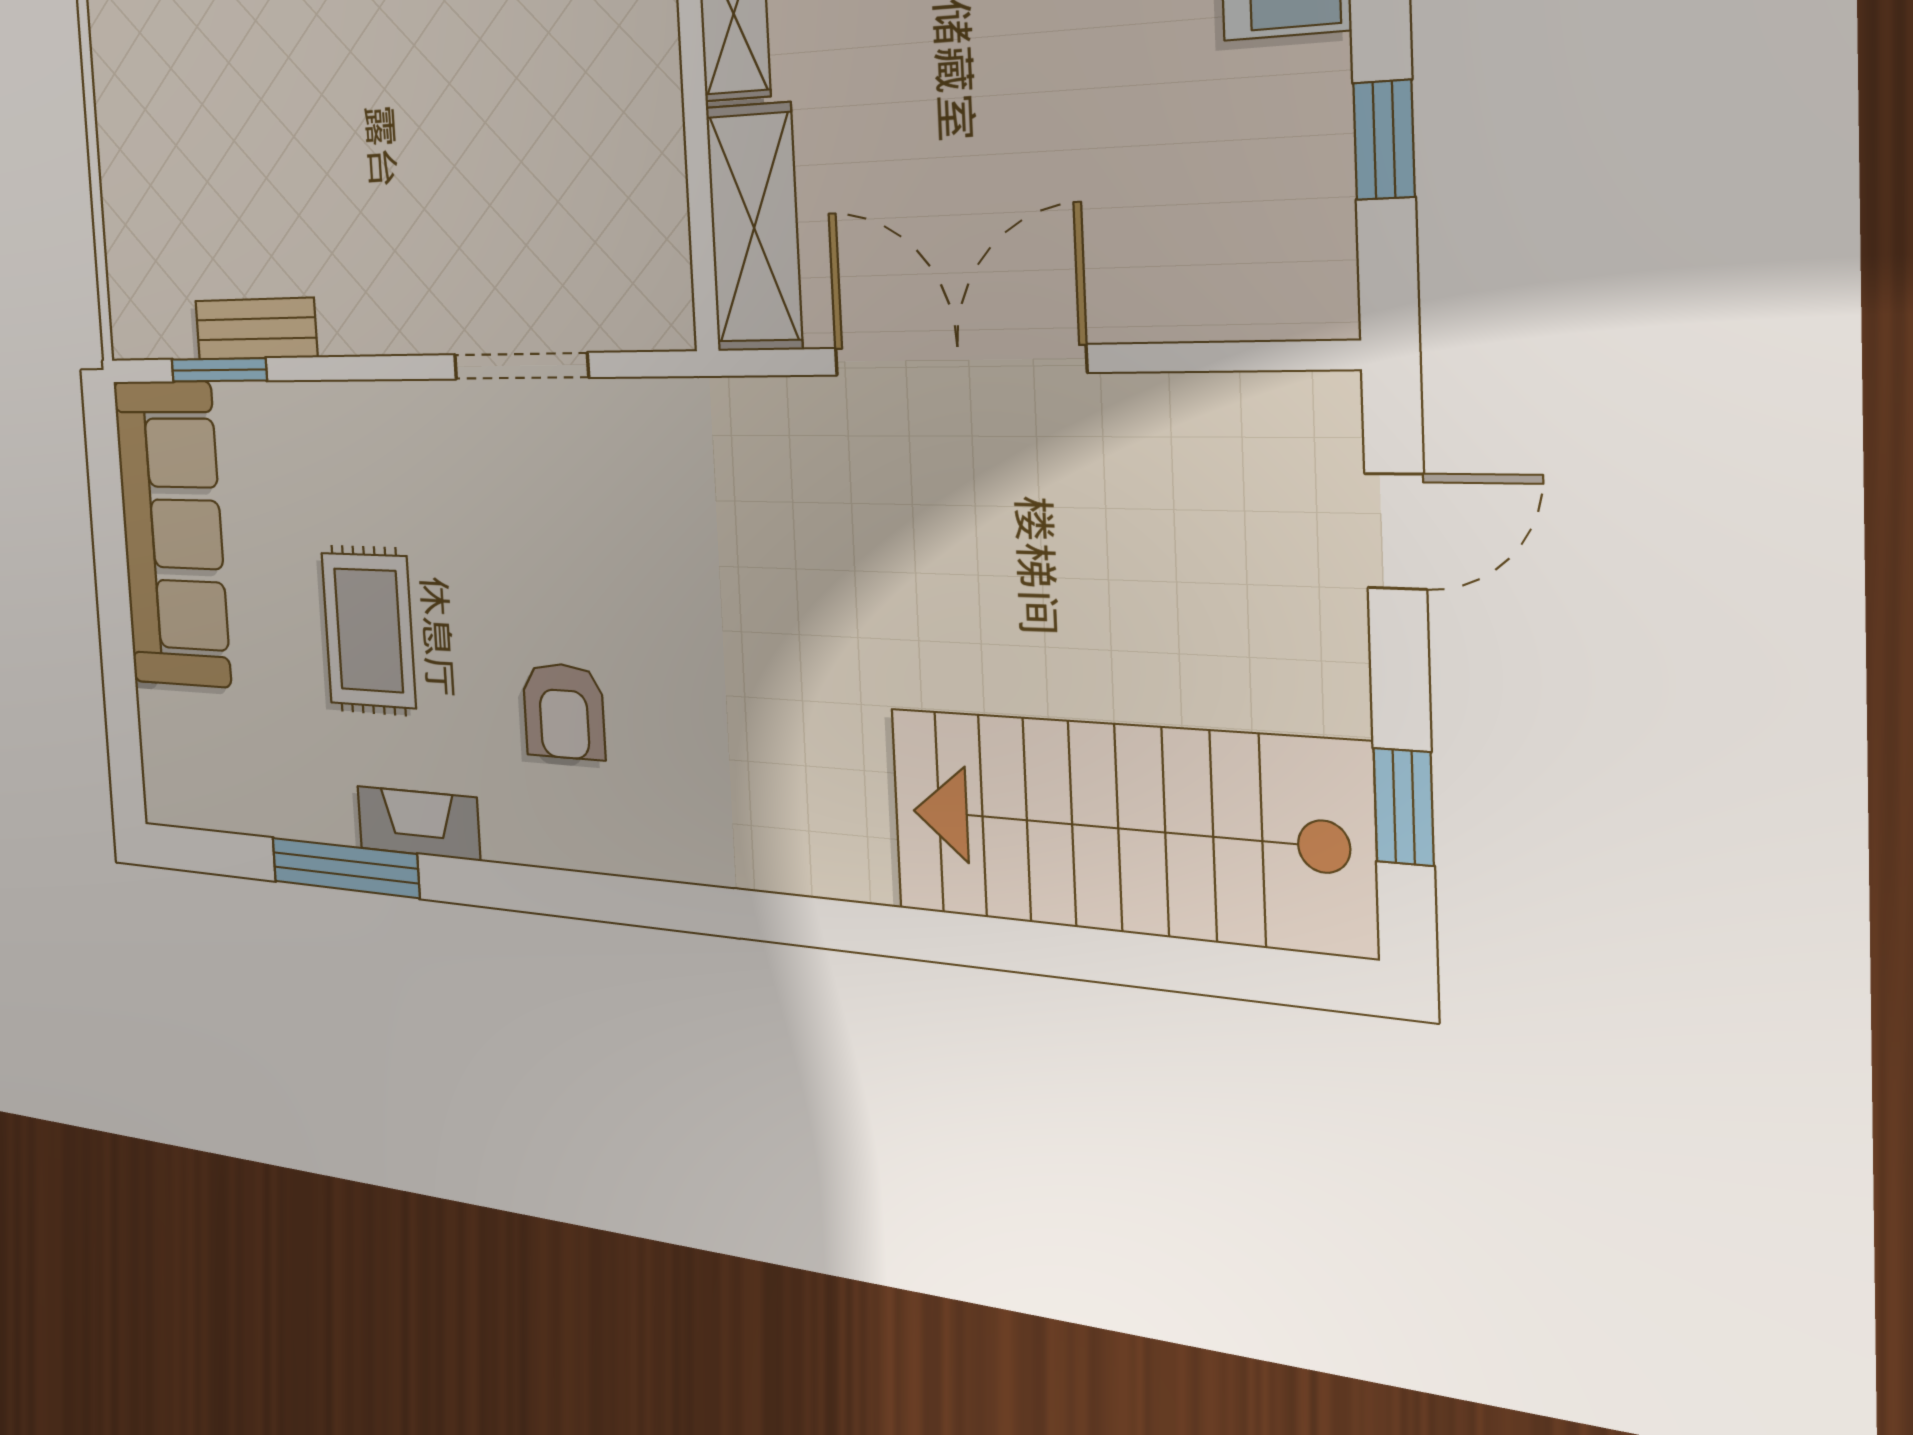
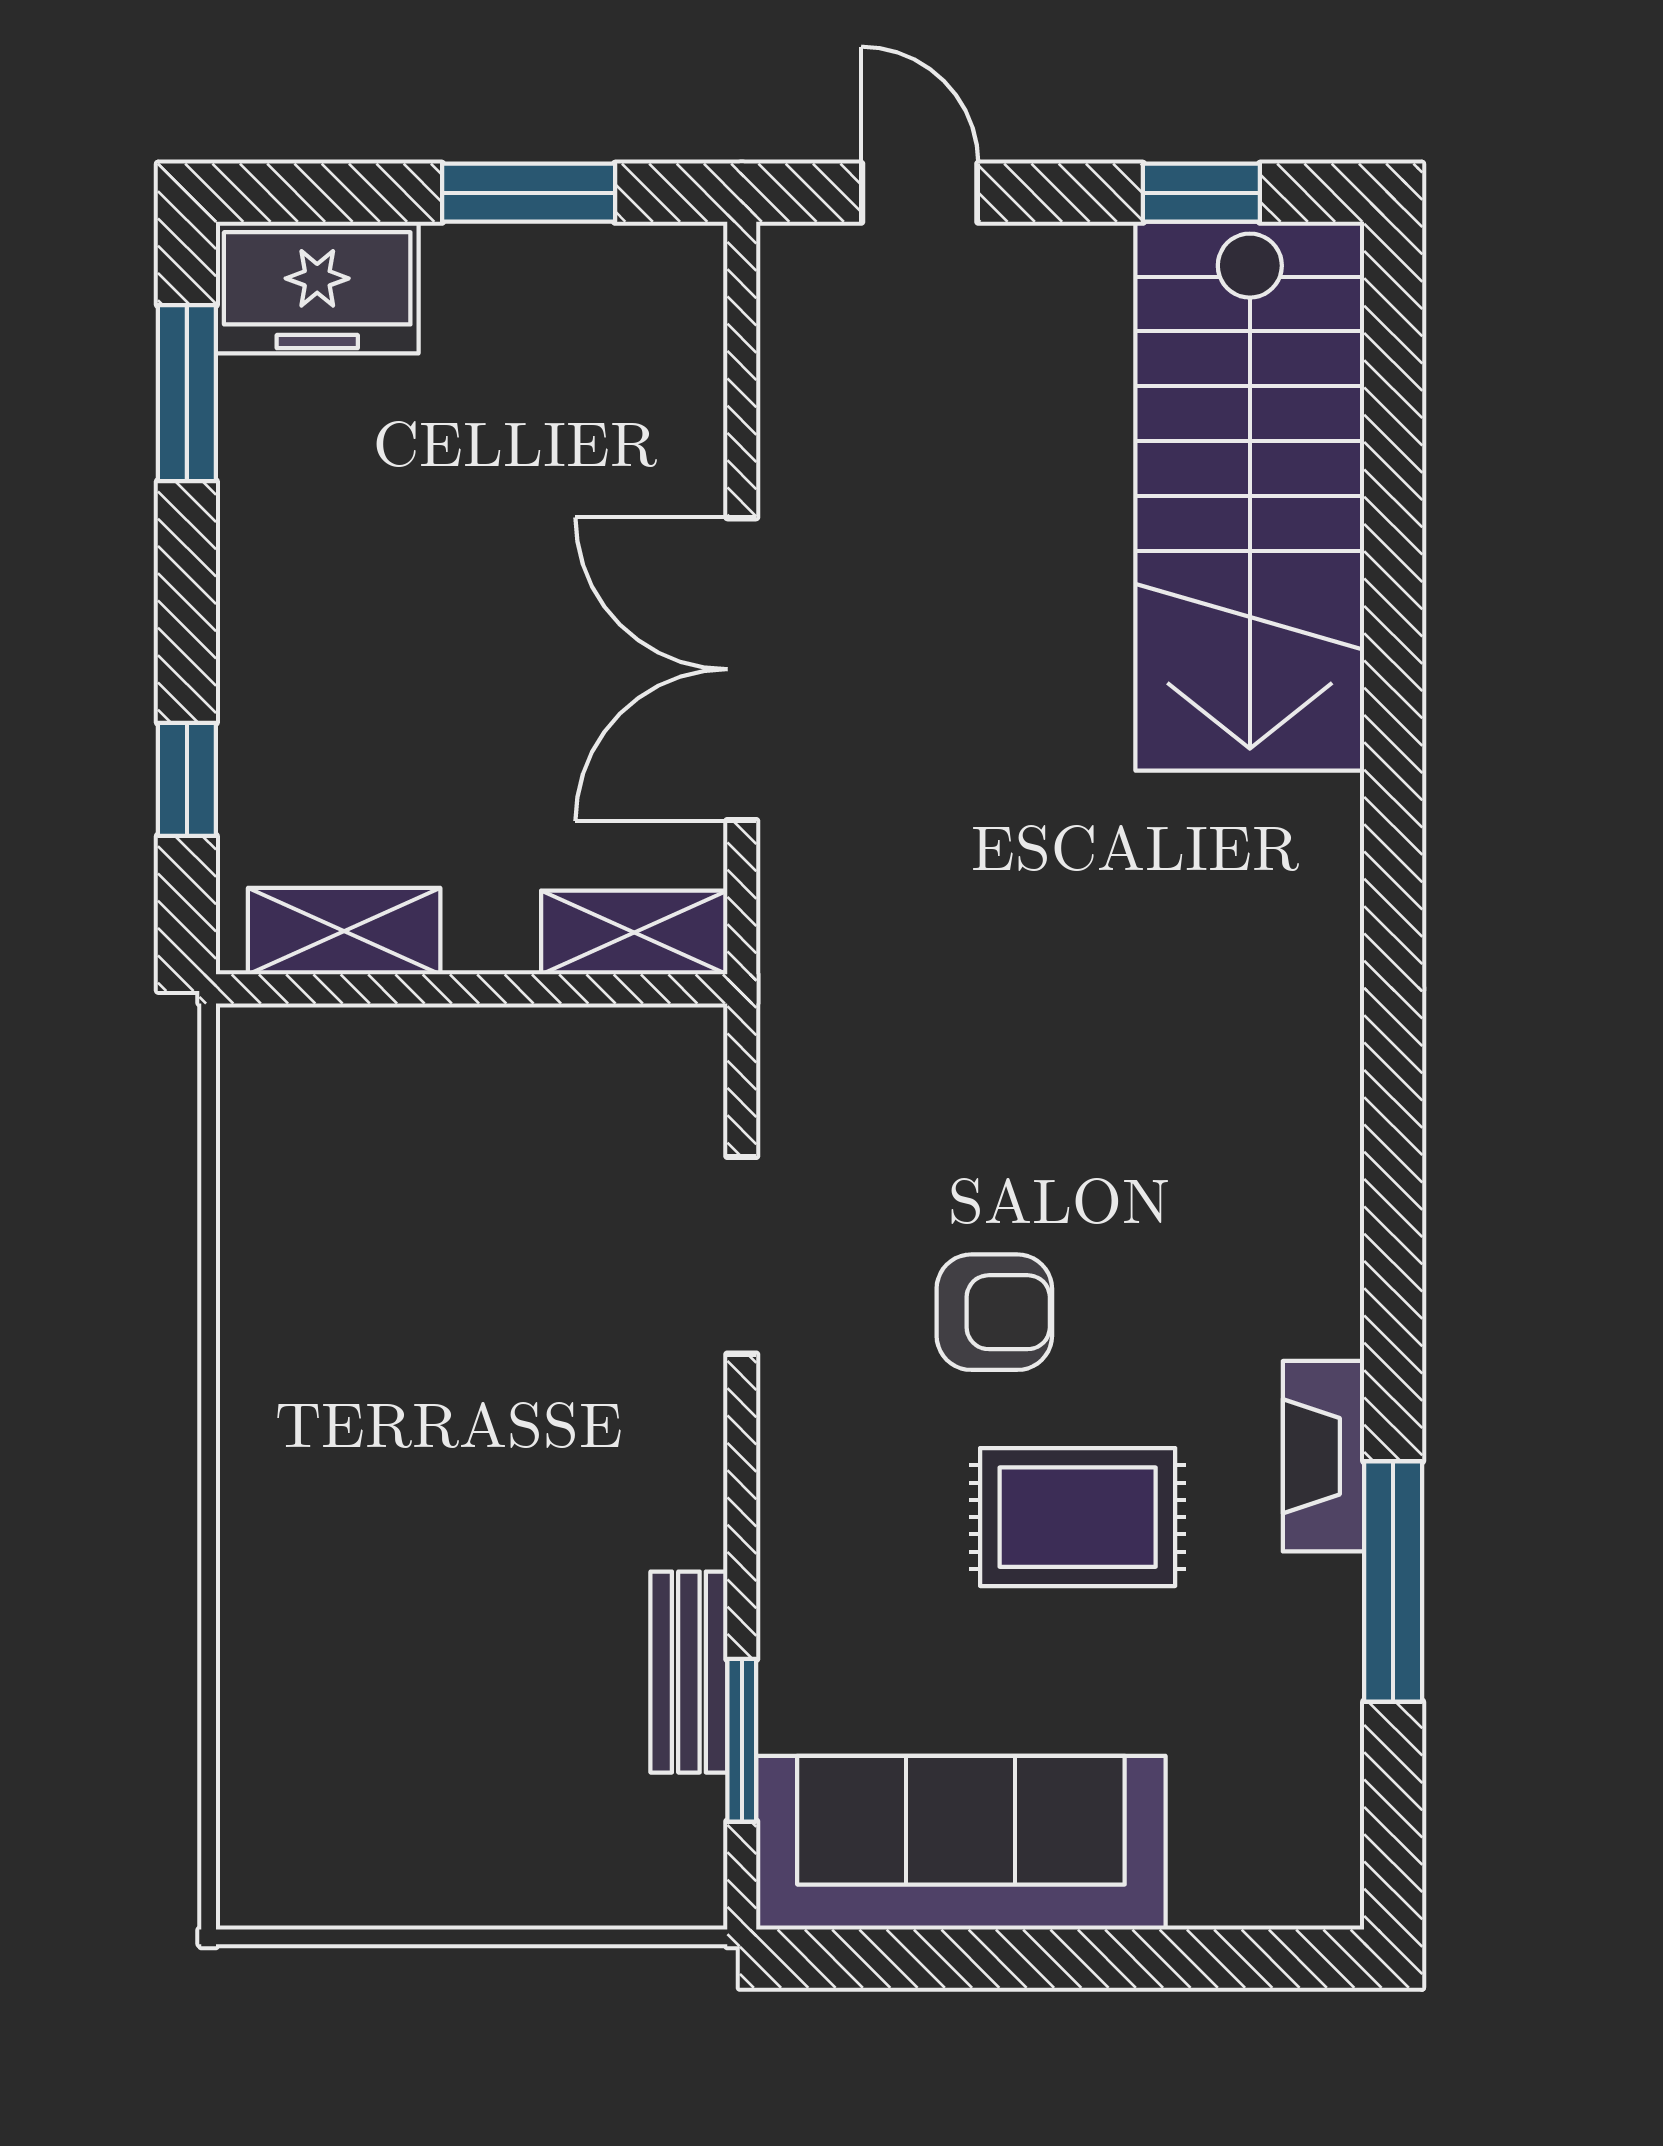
window: (1384, 140) -> (529, 193), width x1.50
shelving: (754, 228) -> (634, 932), width x0.67, depth x0.75
armchair: (564, 711) -> (994, 1312), moved

